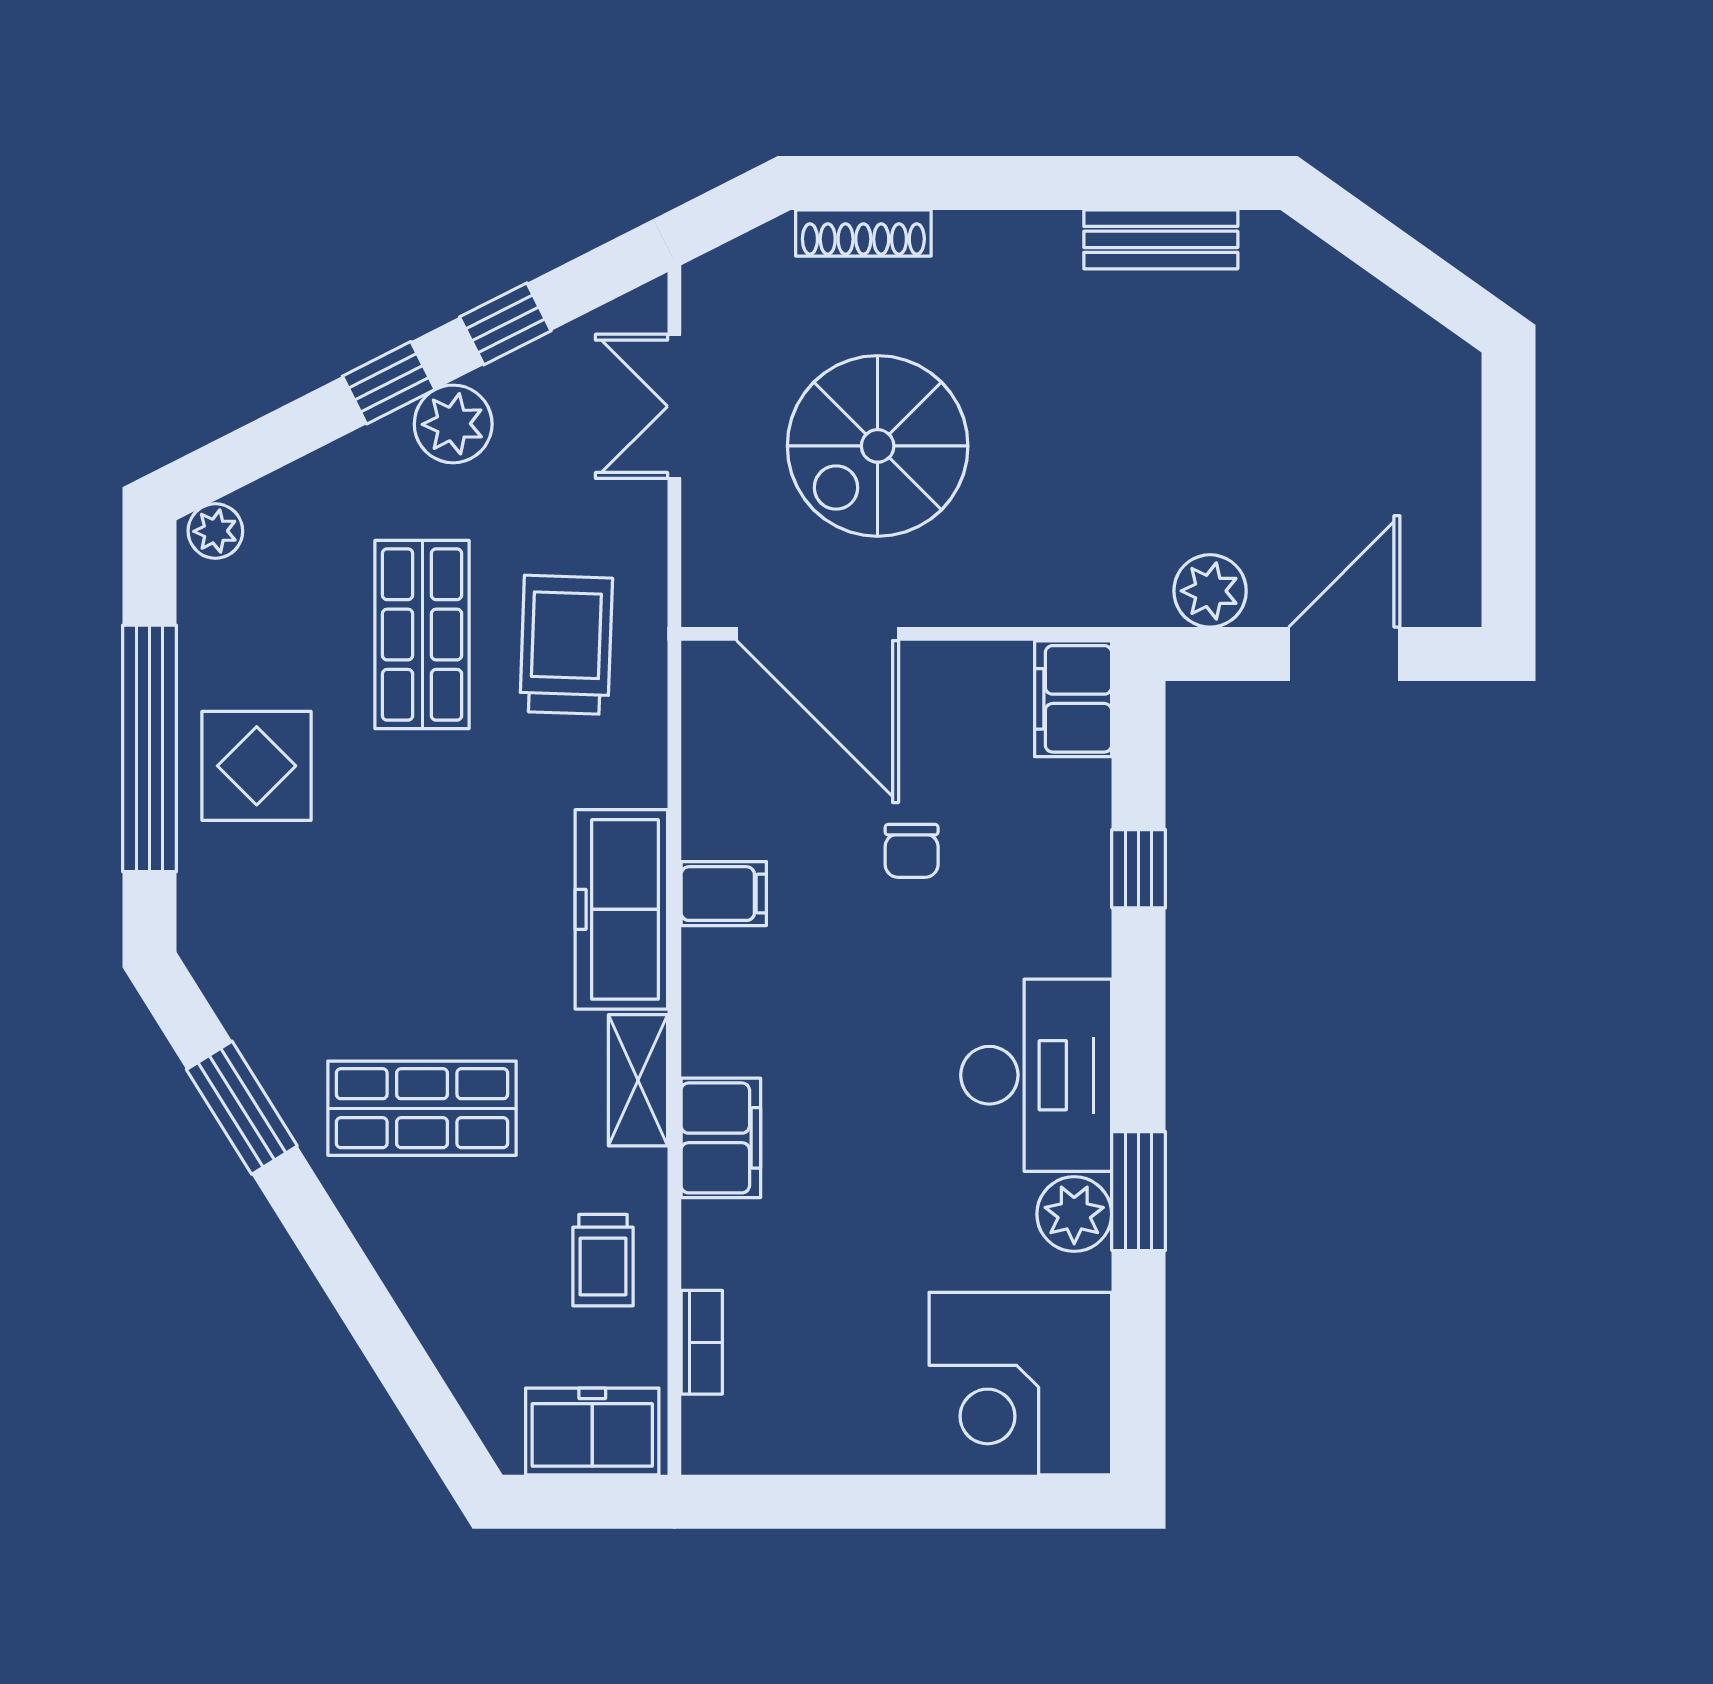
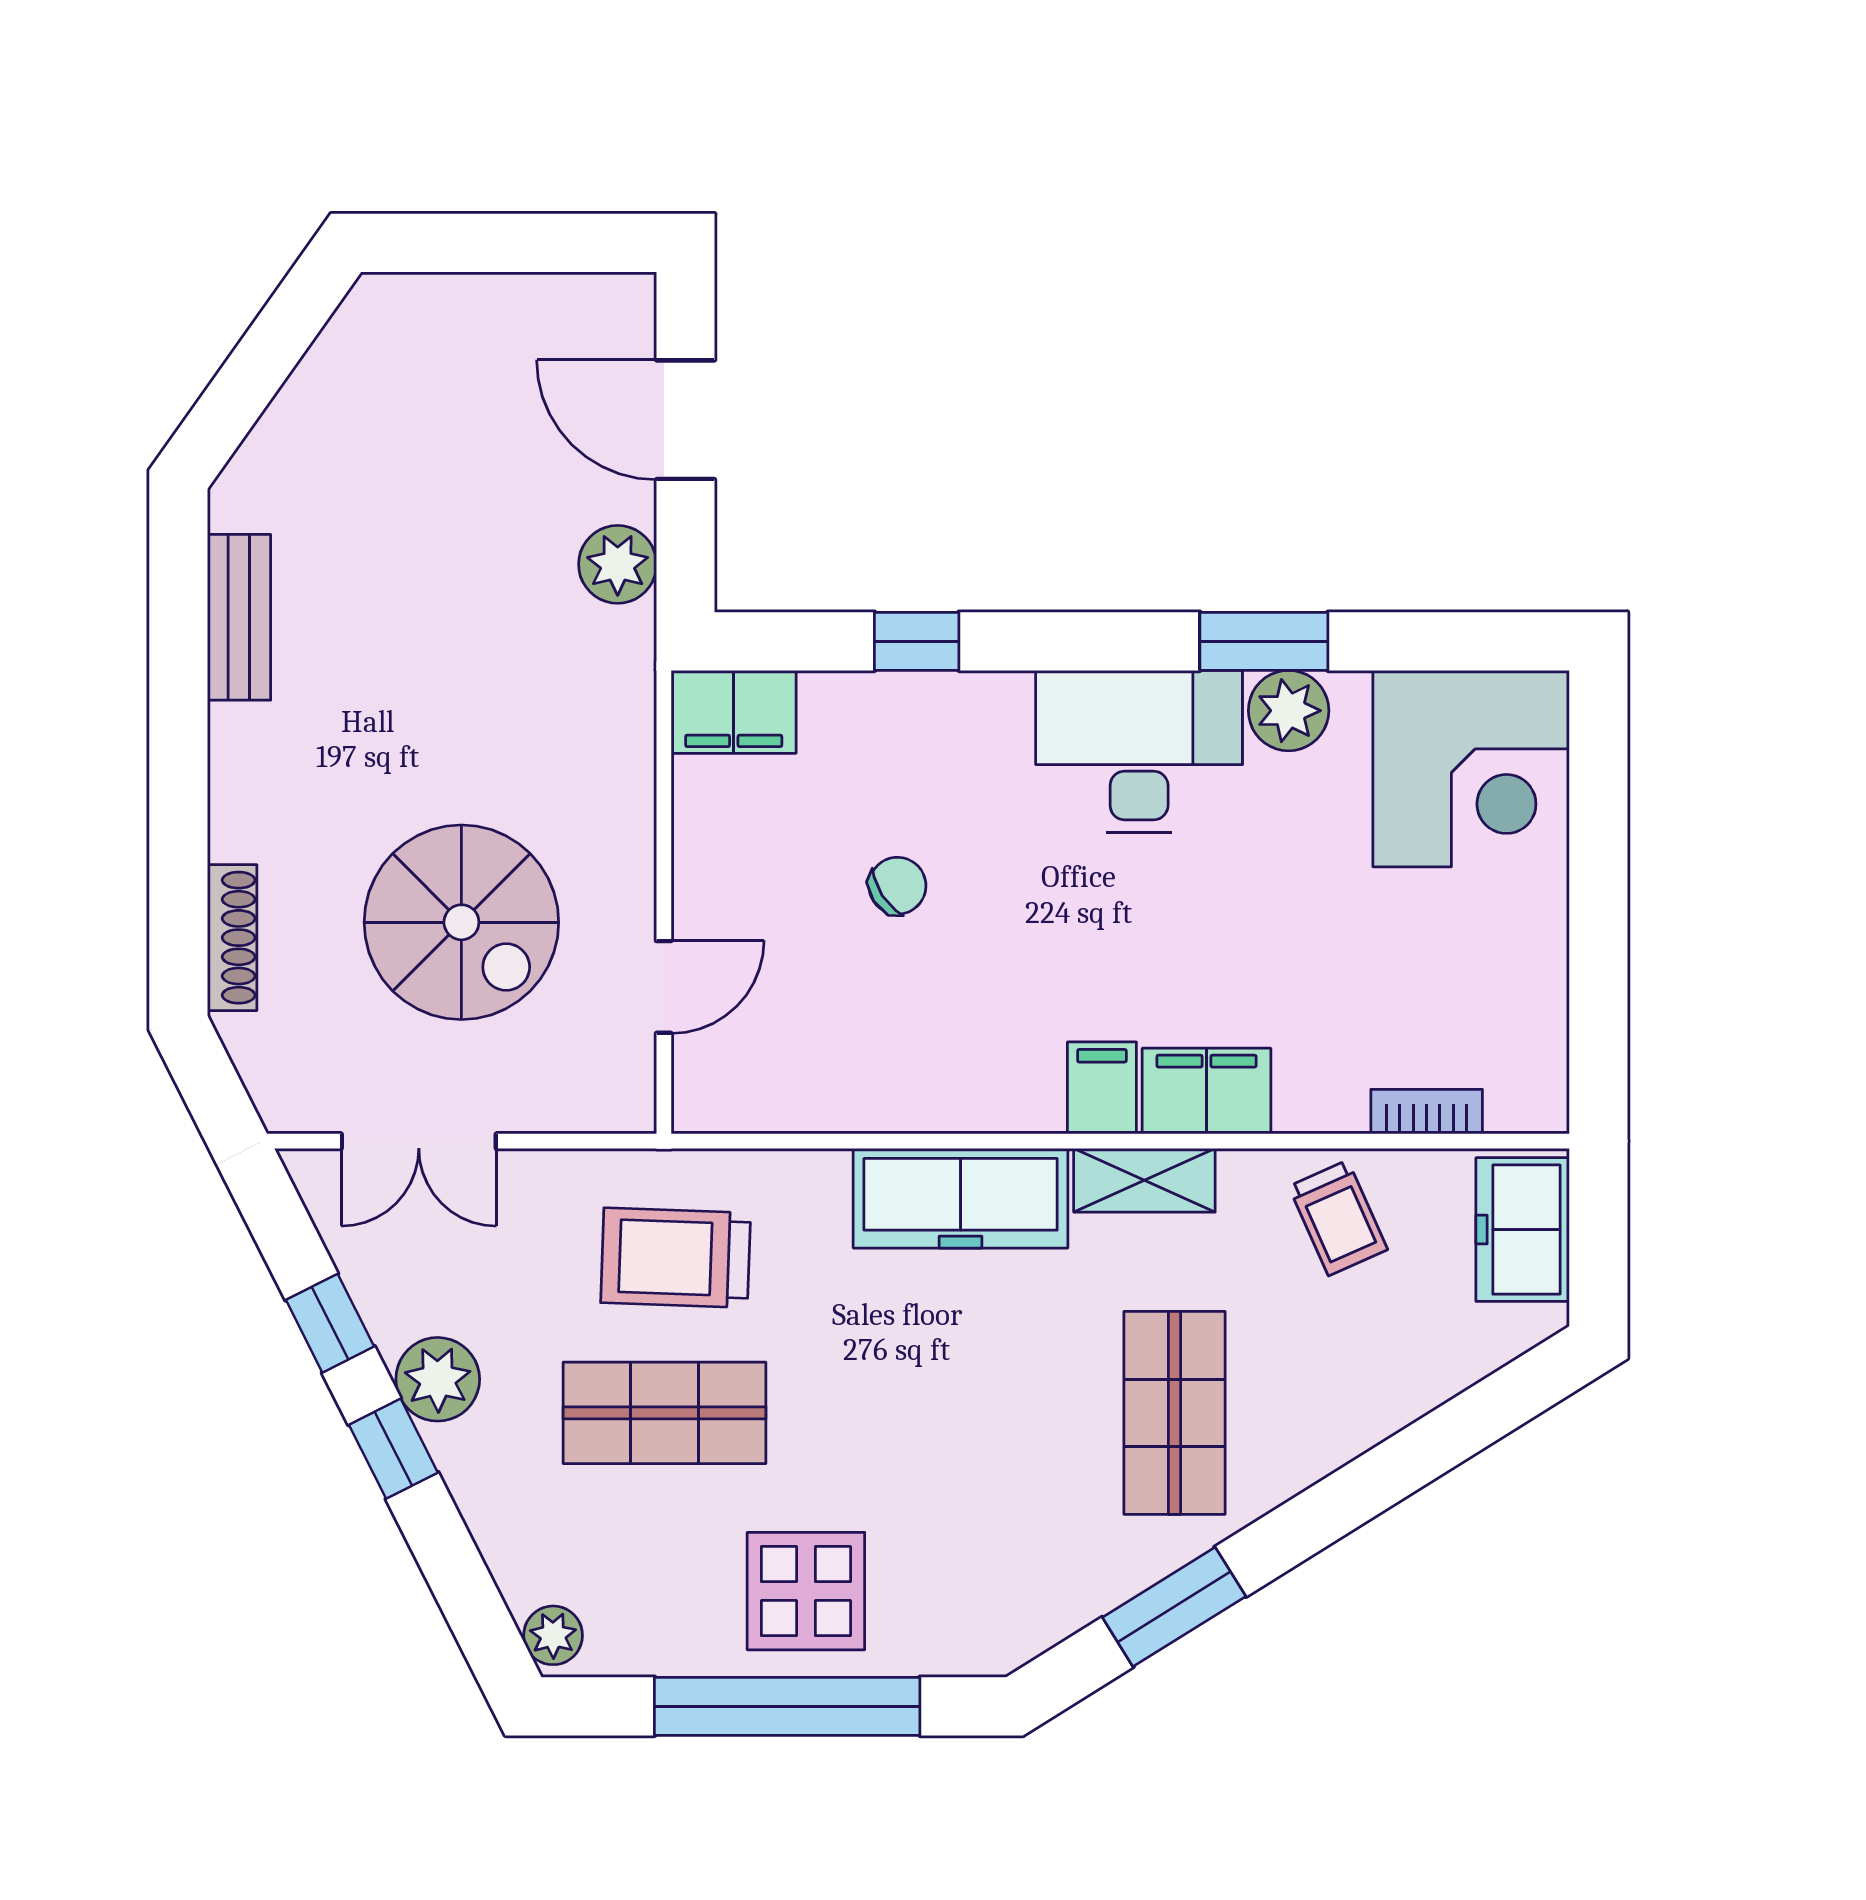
door: (818, 634) -> (664, 987), width x0.53
chair: (912, 851) -> (897, 886), turned -33
filing cabinet: (724, 894) -> (1102, 1088), moved
trolley: (603, 1260) -> (1338, 1218), turned 66

